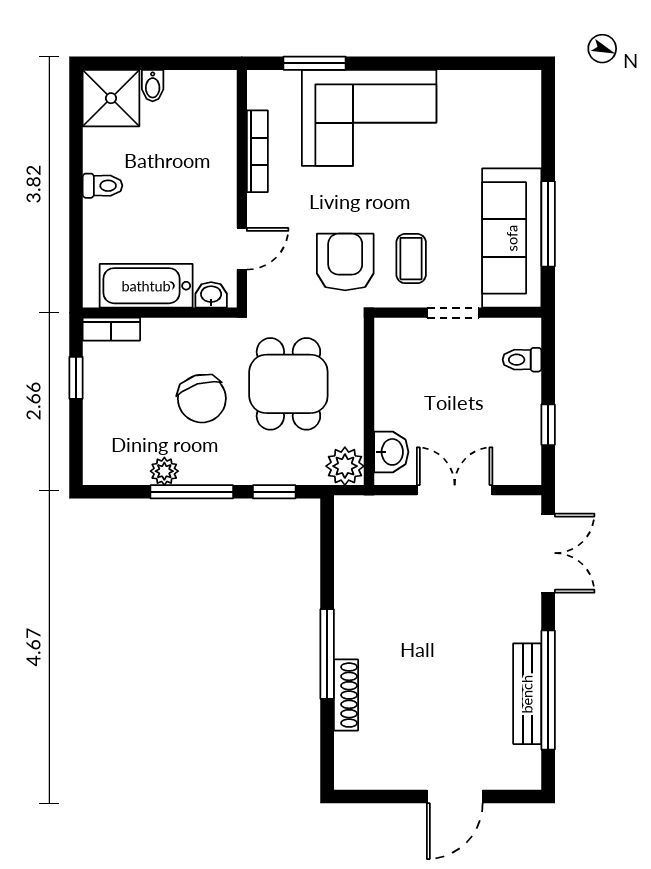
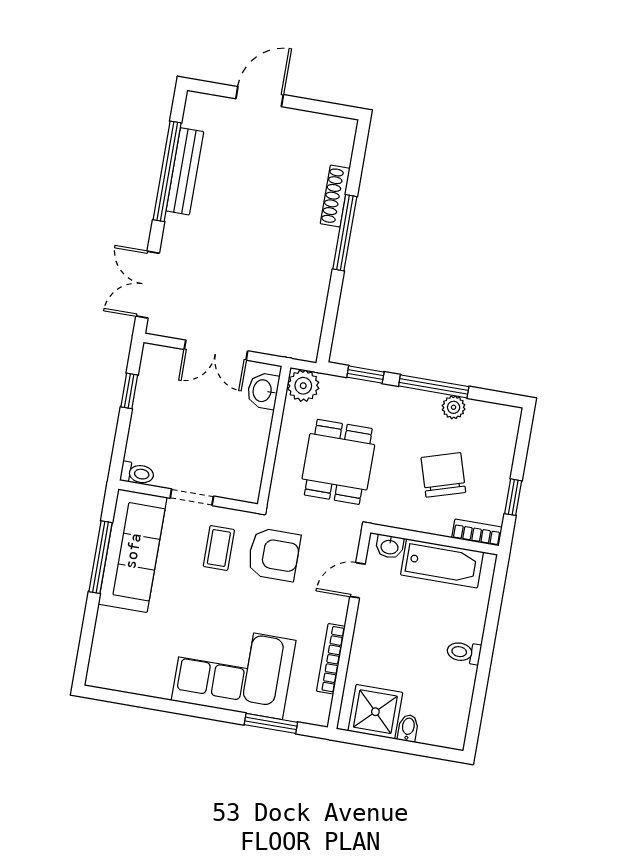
shower: (111, 98) -> (375, 712), moved
armchair: (345, 262) -> (274, 554), turned -90
toilet: (522, 360) -> (137, 473), moved
chair: (202, 399) -> (443, 475), moved

